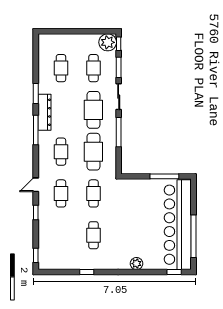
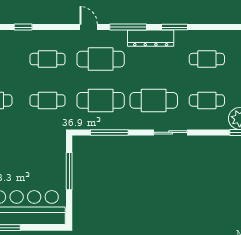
window: (119, 67) -> (208, 132), removed
window: (119, 132) -> (109, 132), moved
cafe table: (61, 152) -> (101, 59), width x1.37, depth x1.35
window: (164, 176) -> (69, 171), moved
door: (36, 185) -> (89, 27), moved

